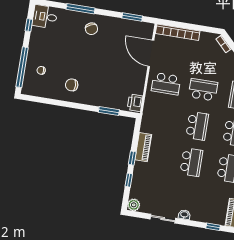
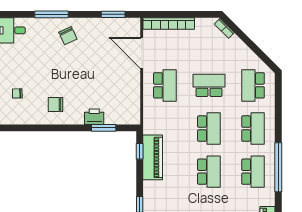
school desk: (166, 84) -> (165, 85), turned -90
printer: (135, 103) -> (94, 117), moved, turned 90
piano: (143, 147) -> (153, 157), width x1.37, depth x1.33
window: (132, 158) -> (140, 151), moved

